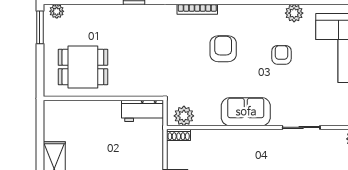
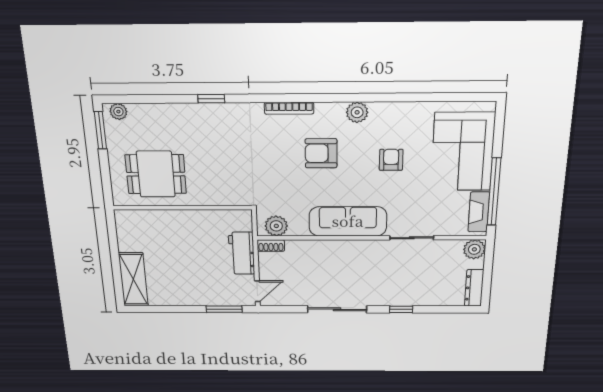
plant: (294, 13) -> (357, 112), moved
armchair: (223, 49) -> (321, 153), turned -90
workbench: (142, 111) -> (242, 253), moved, turned 90
sofa: (246, 112) -> (348, 221), width x1.36

